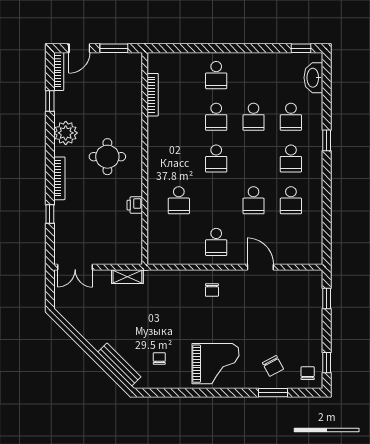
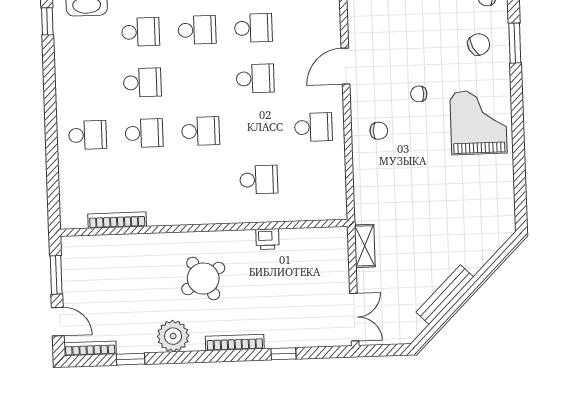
round table: (107, 157) -> (203, 279), turned -32
chair: (159, 358) -> (419, 94), moved
bench: (119, 364) -> (445, 295), moved

